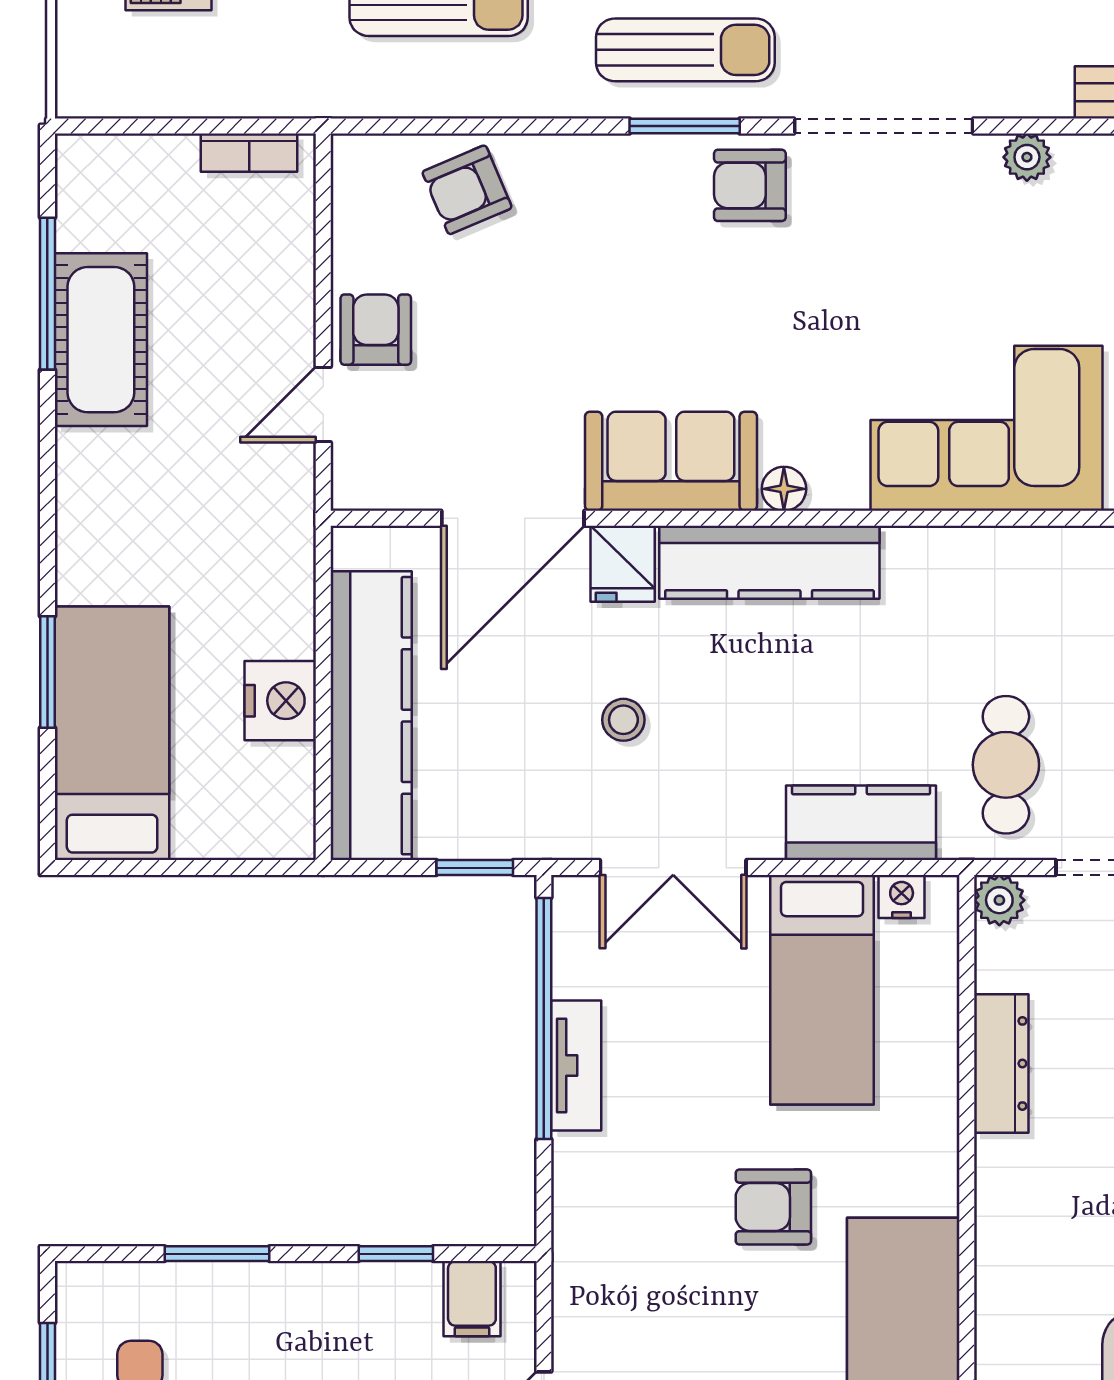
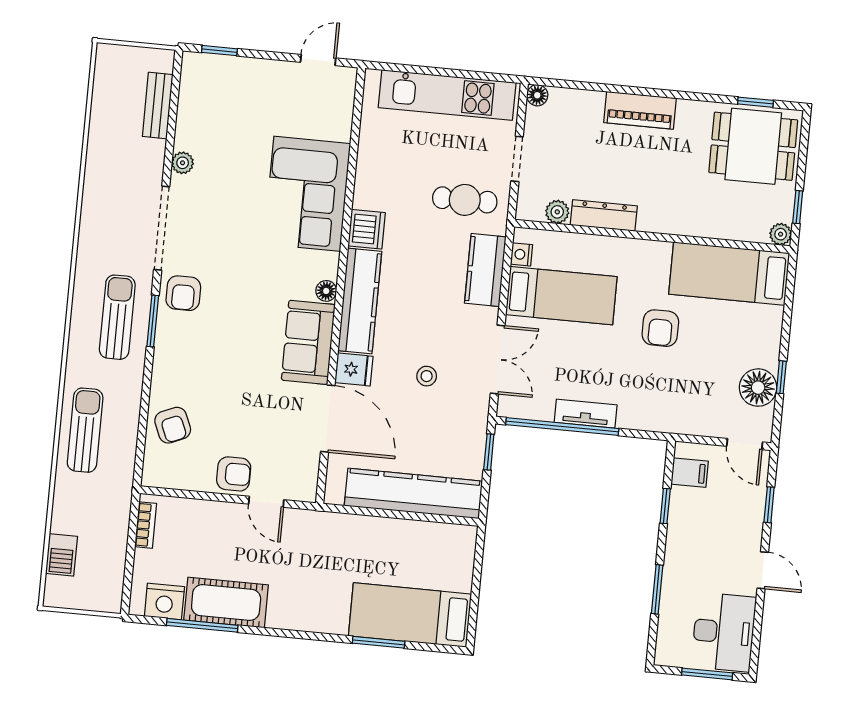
armchair: (376, 330) -> (234, 474), turned 180
dishwasher: (923, 562) -> (367, 229), added
nightstand: (280, 701) -> (164, 601), moved, turned 180
plant: (999, 900) -> (557, 212), moved

